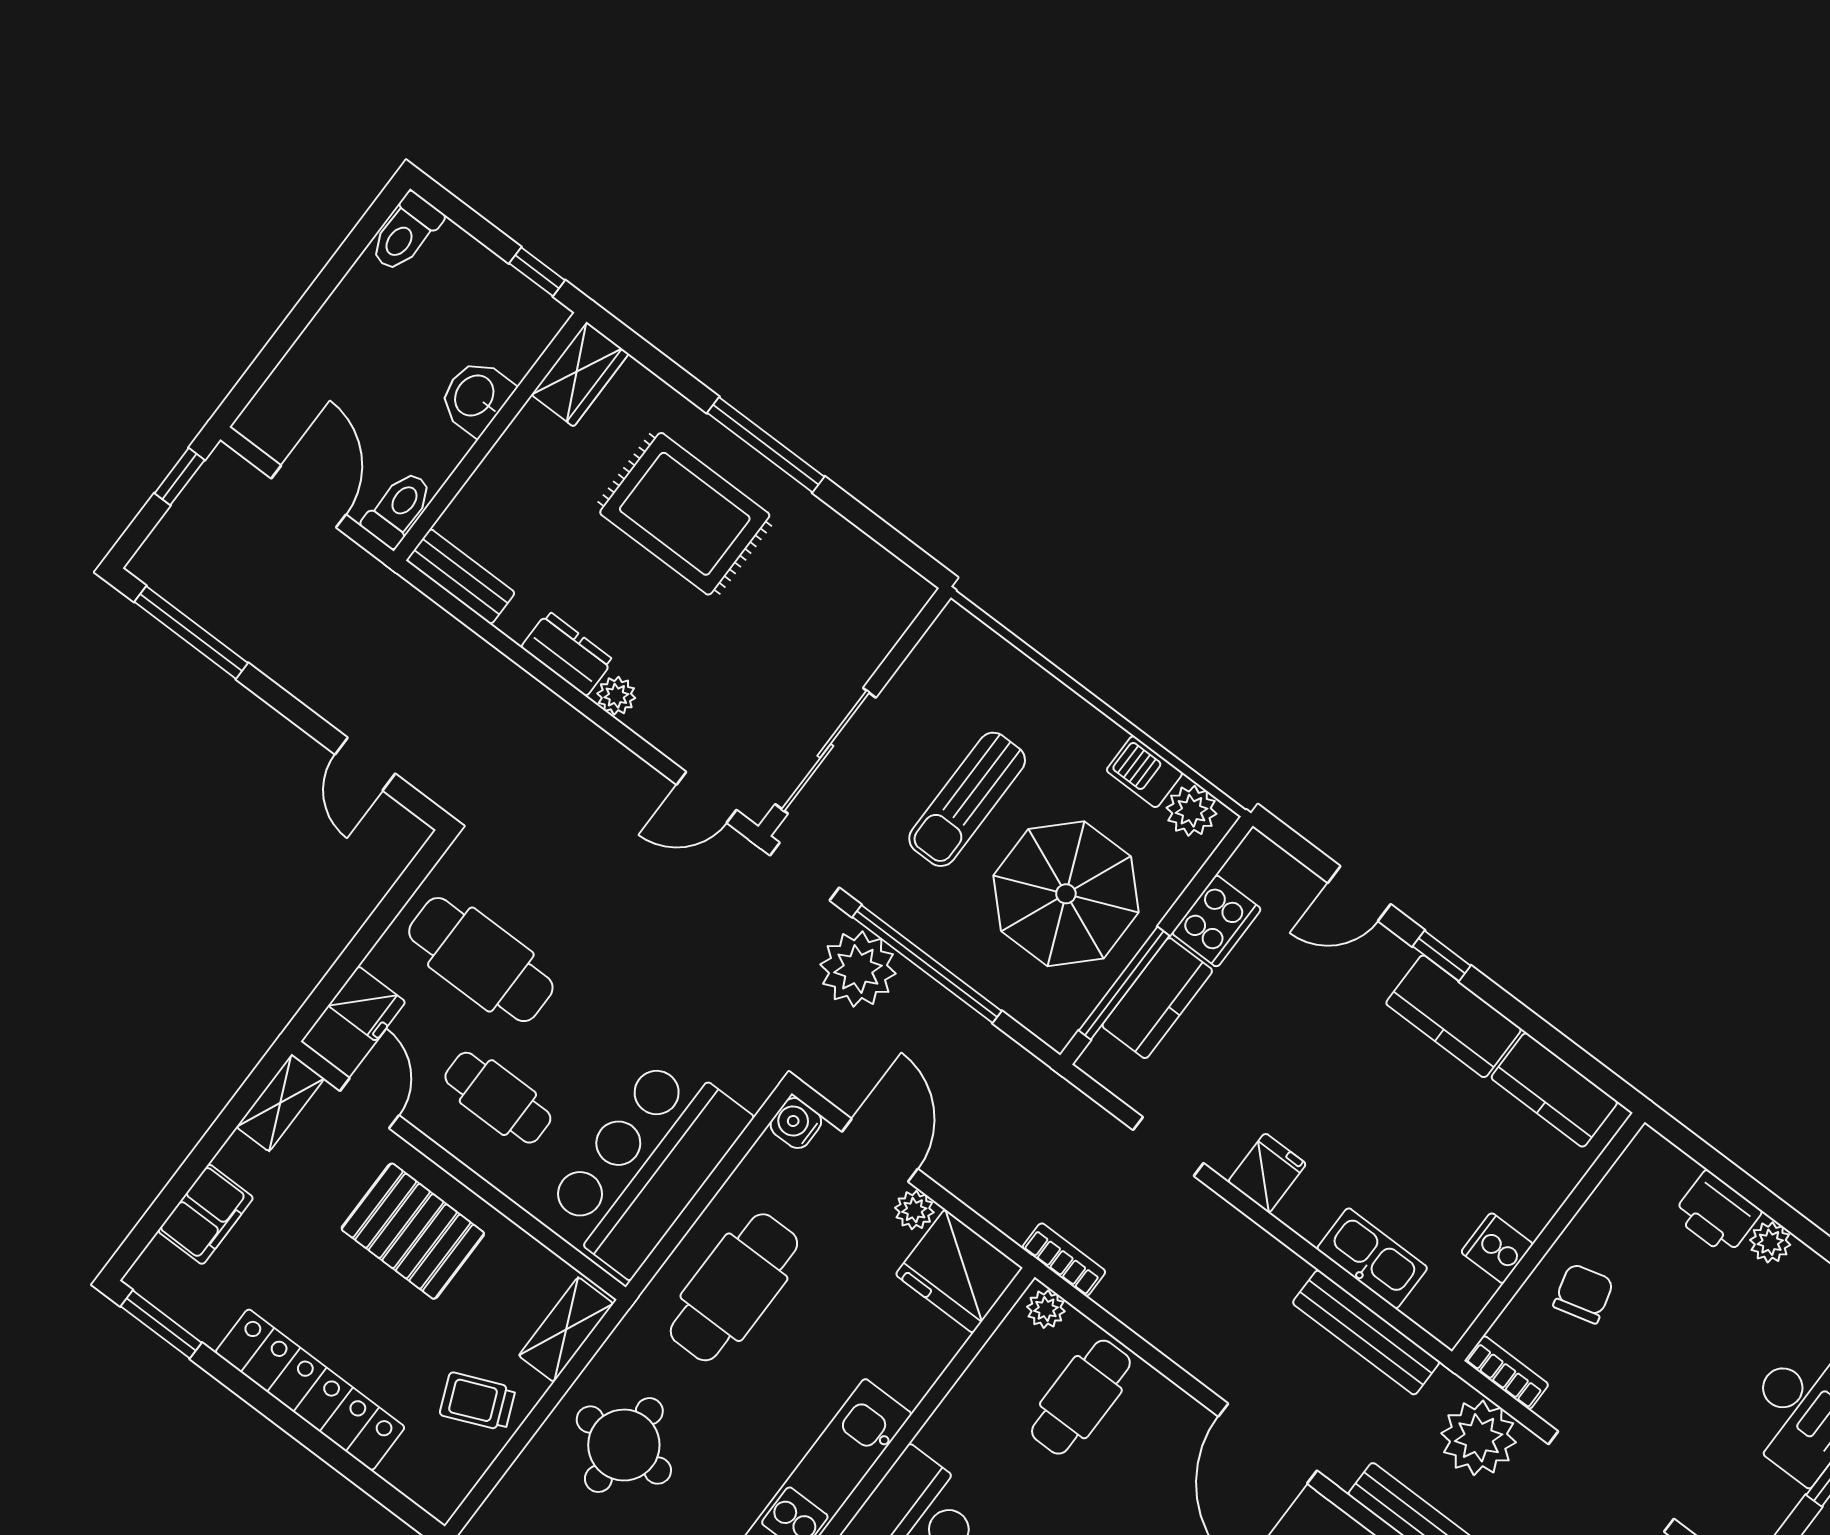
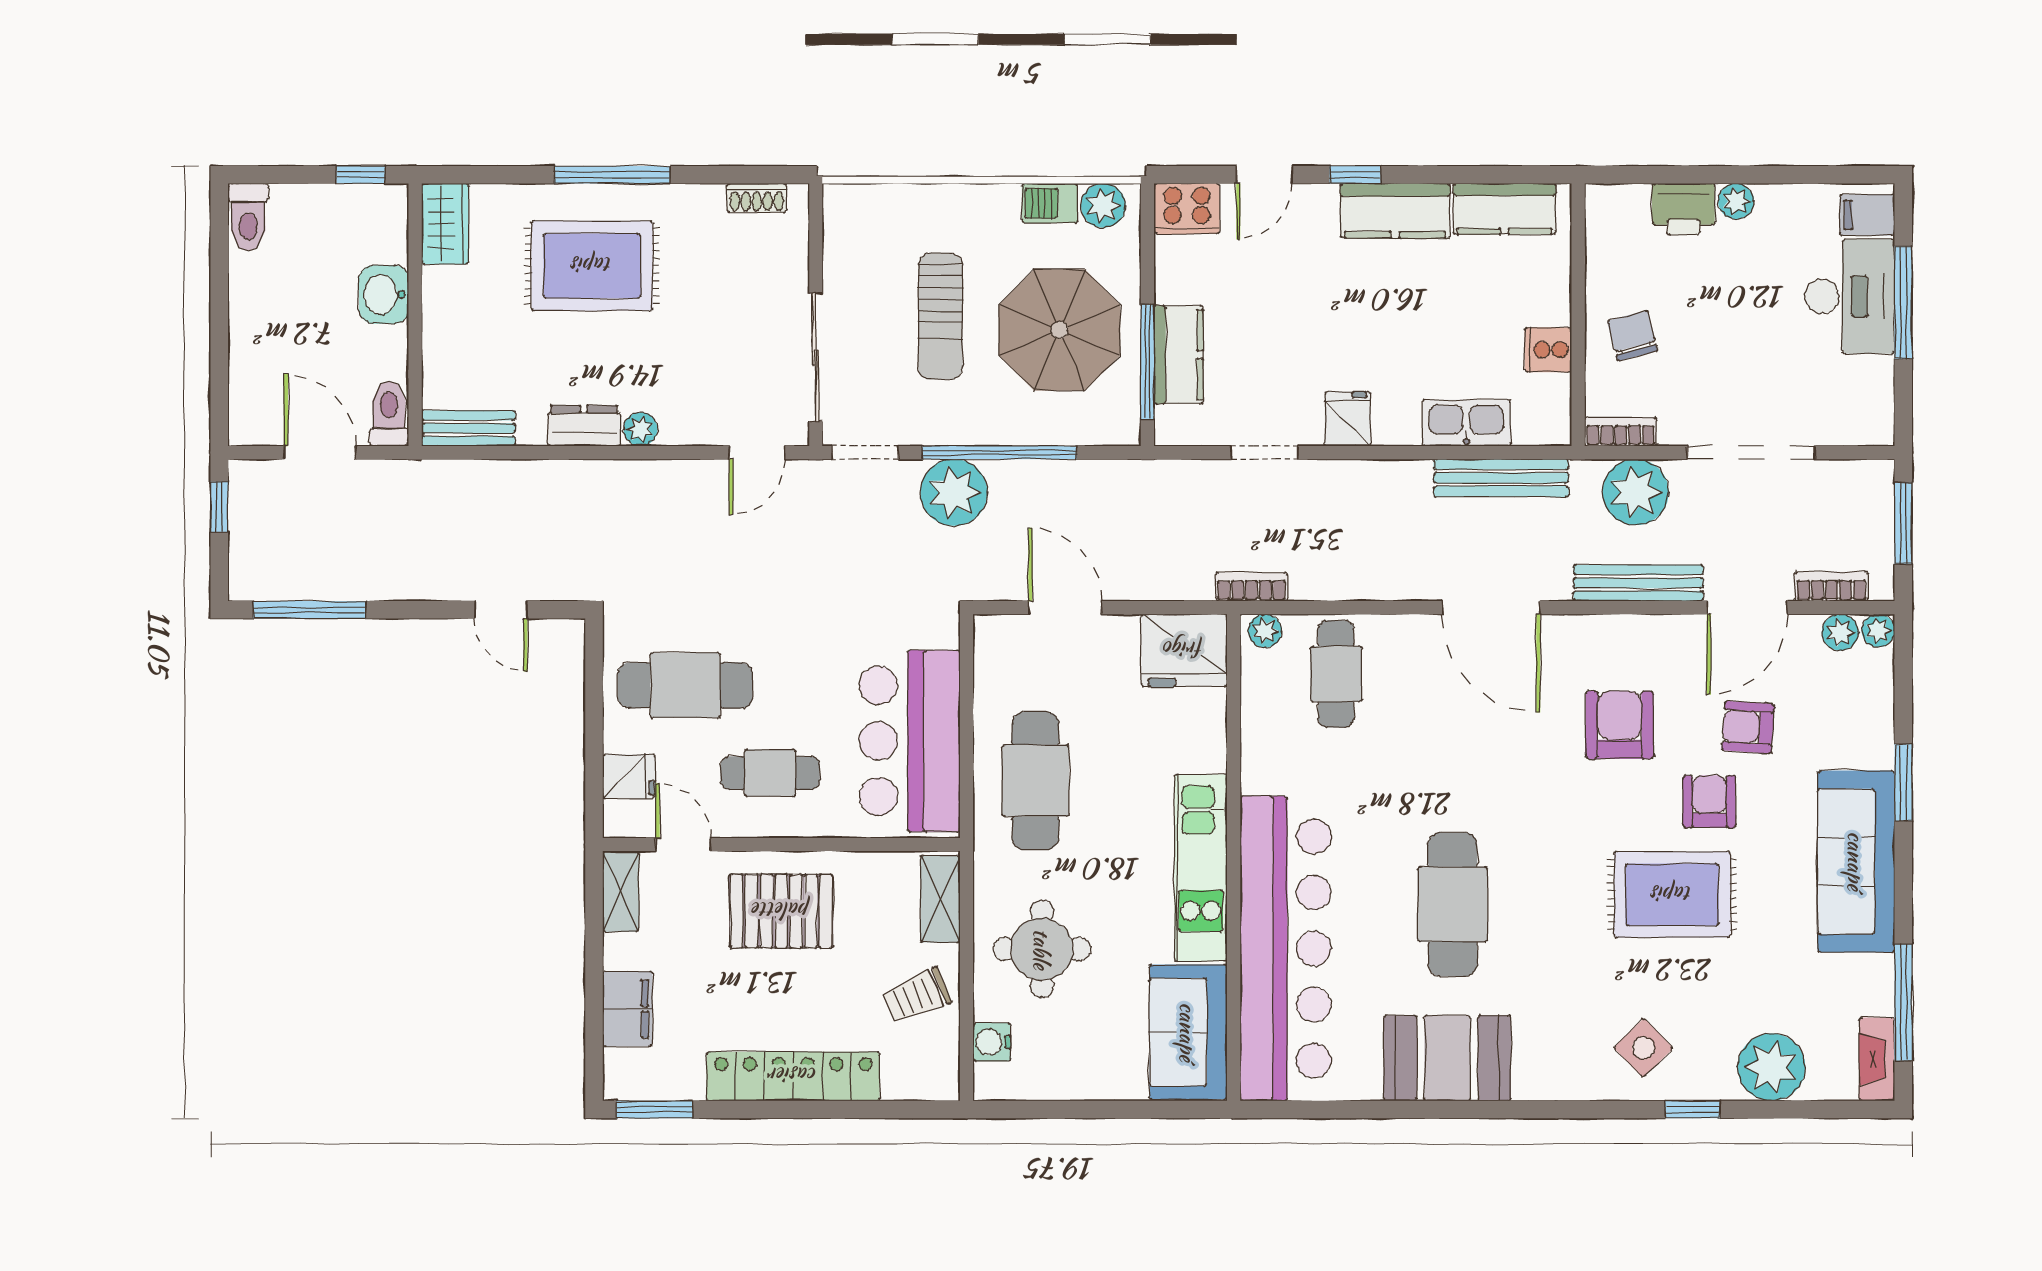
shoe rack: (882, 565) -> (757, 198), added
cooker: (1216, 921) -> (1187, 209), moved, turned 90
water cooler: (796, 1123) -> (992, 1042), moved
plant: (914, 1210) -> (1121, 631), removed

